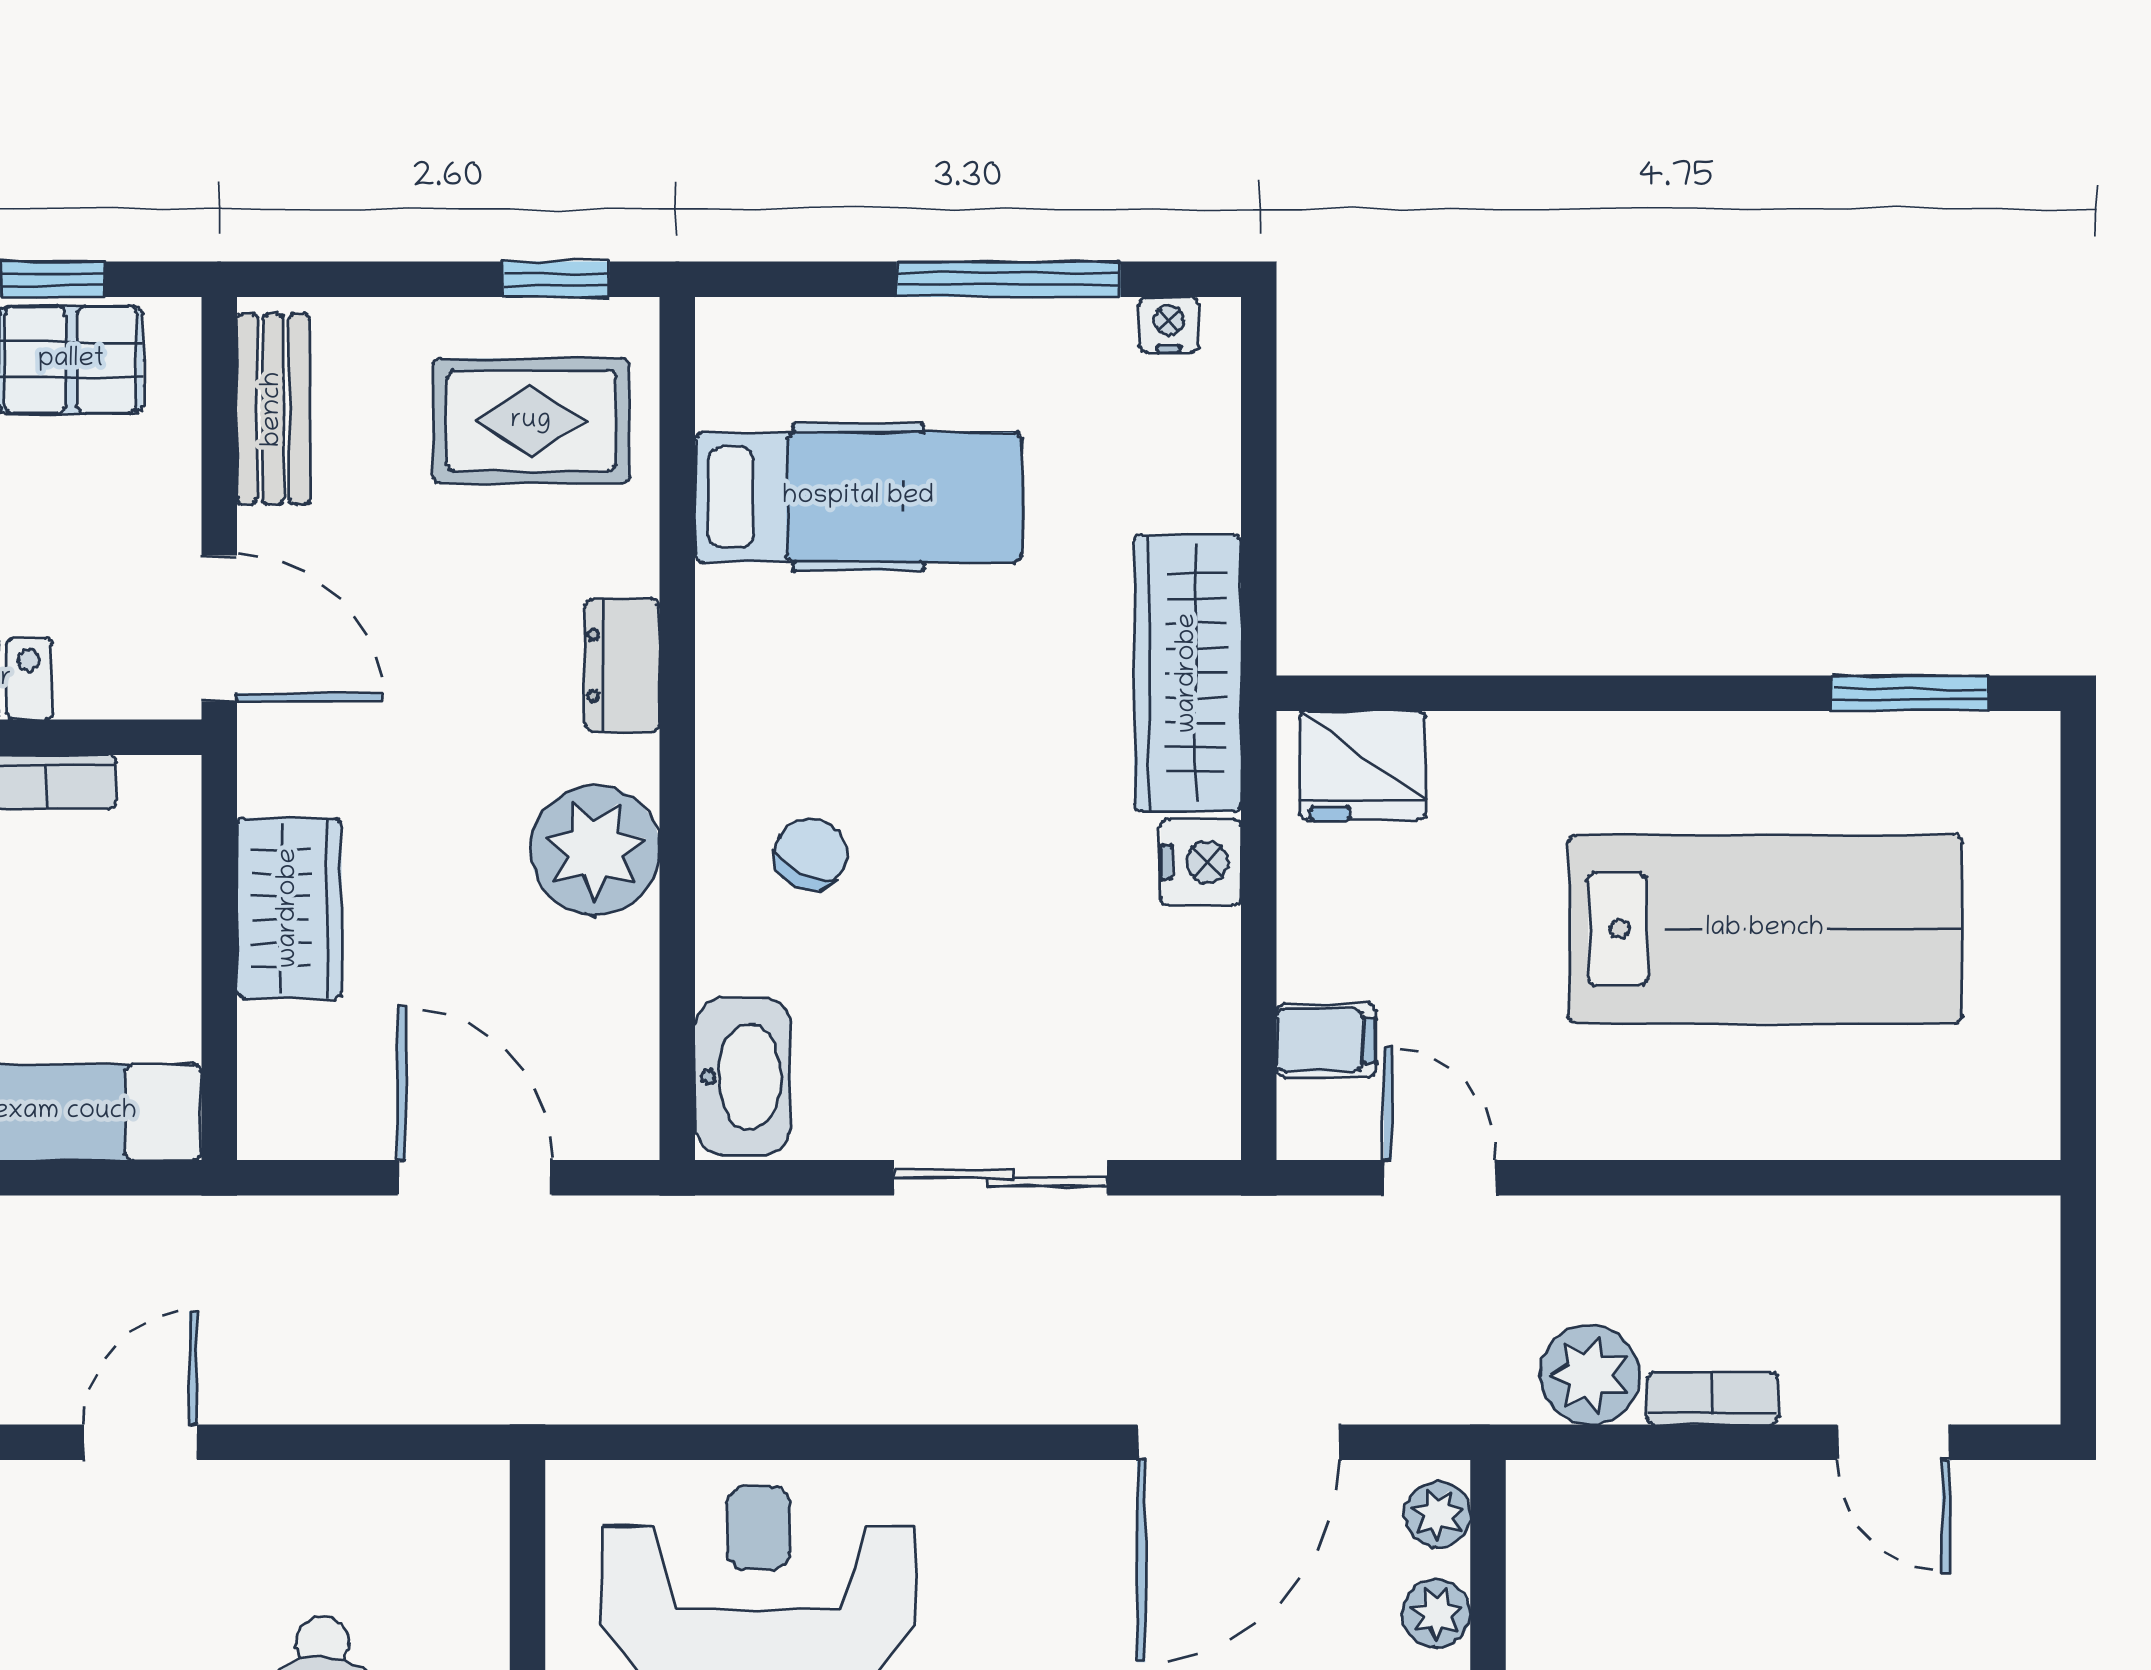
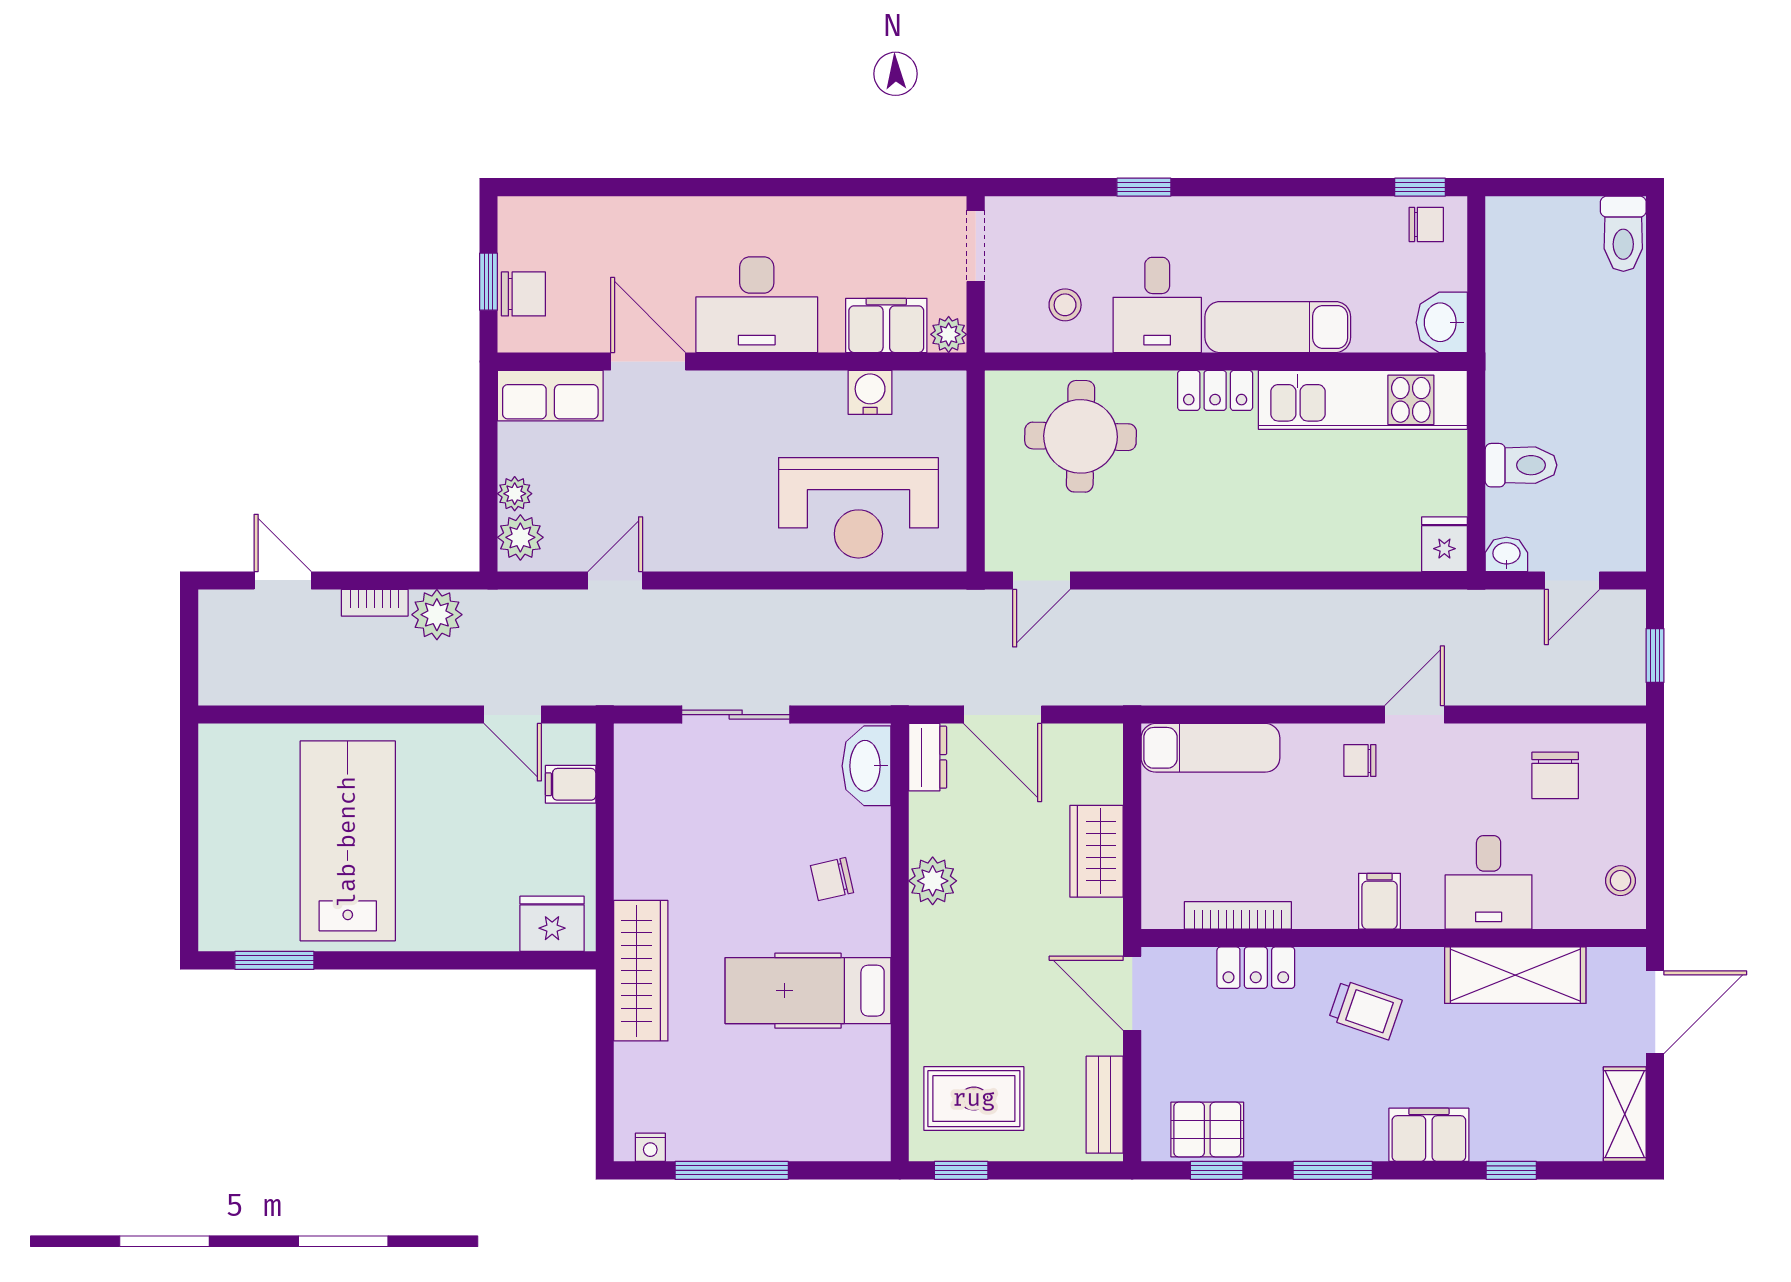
hospital bed: (858, 497) -> (808, 991), moved
dresser: (622, 665) -> (928, 757), moved
plant: (595, 850) -> (933, 881), width x0.73, depth x0.73
chair: (811, 854) -> (832, 879), turned 52
nightstand: (1201, 862) -> (634, 875), removed
lab bench: (1765, 929) -> (348, 841), turned 90
door: (140, 1442) -> (1041, 580), moved
door: (1238, 1442) -> (615, 580), width x0.53
plant: (1437, 1515) -> (520, 537), width x1.38, depth x1.38

